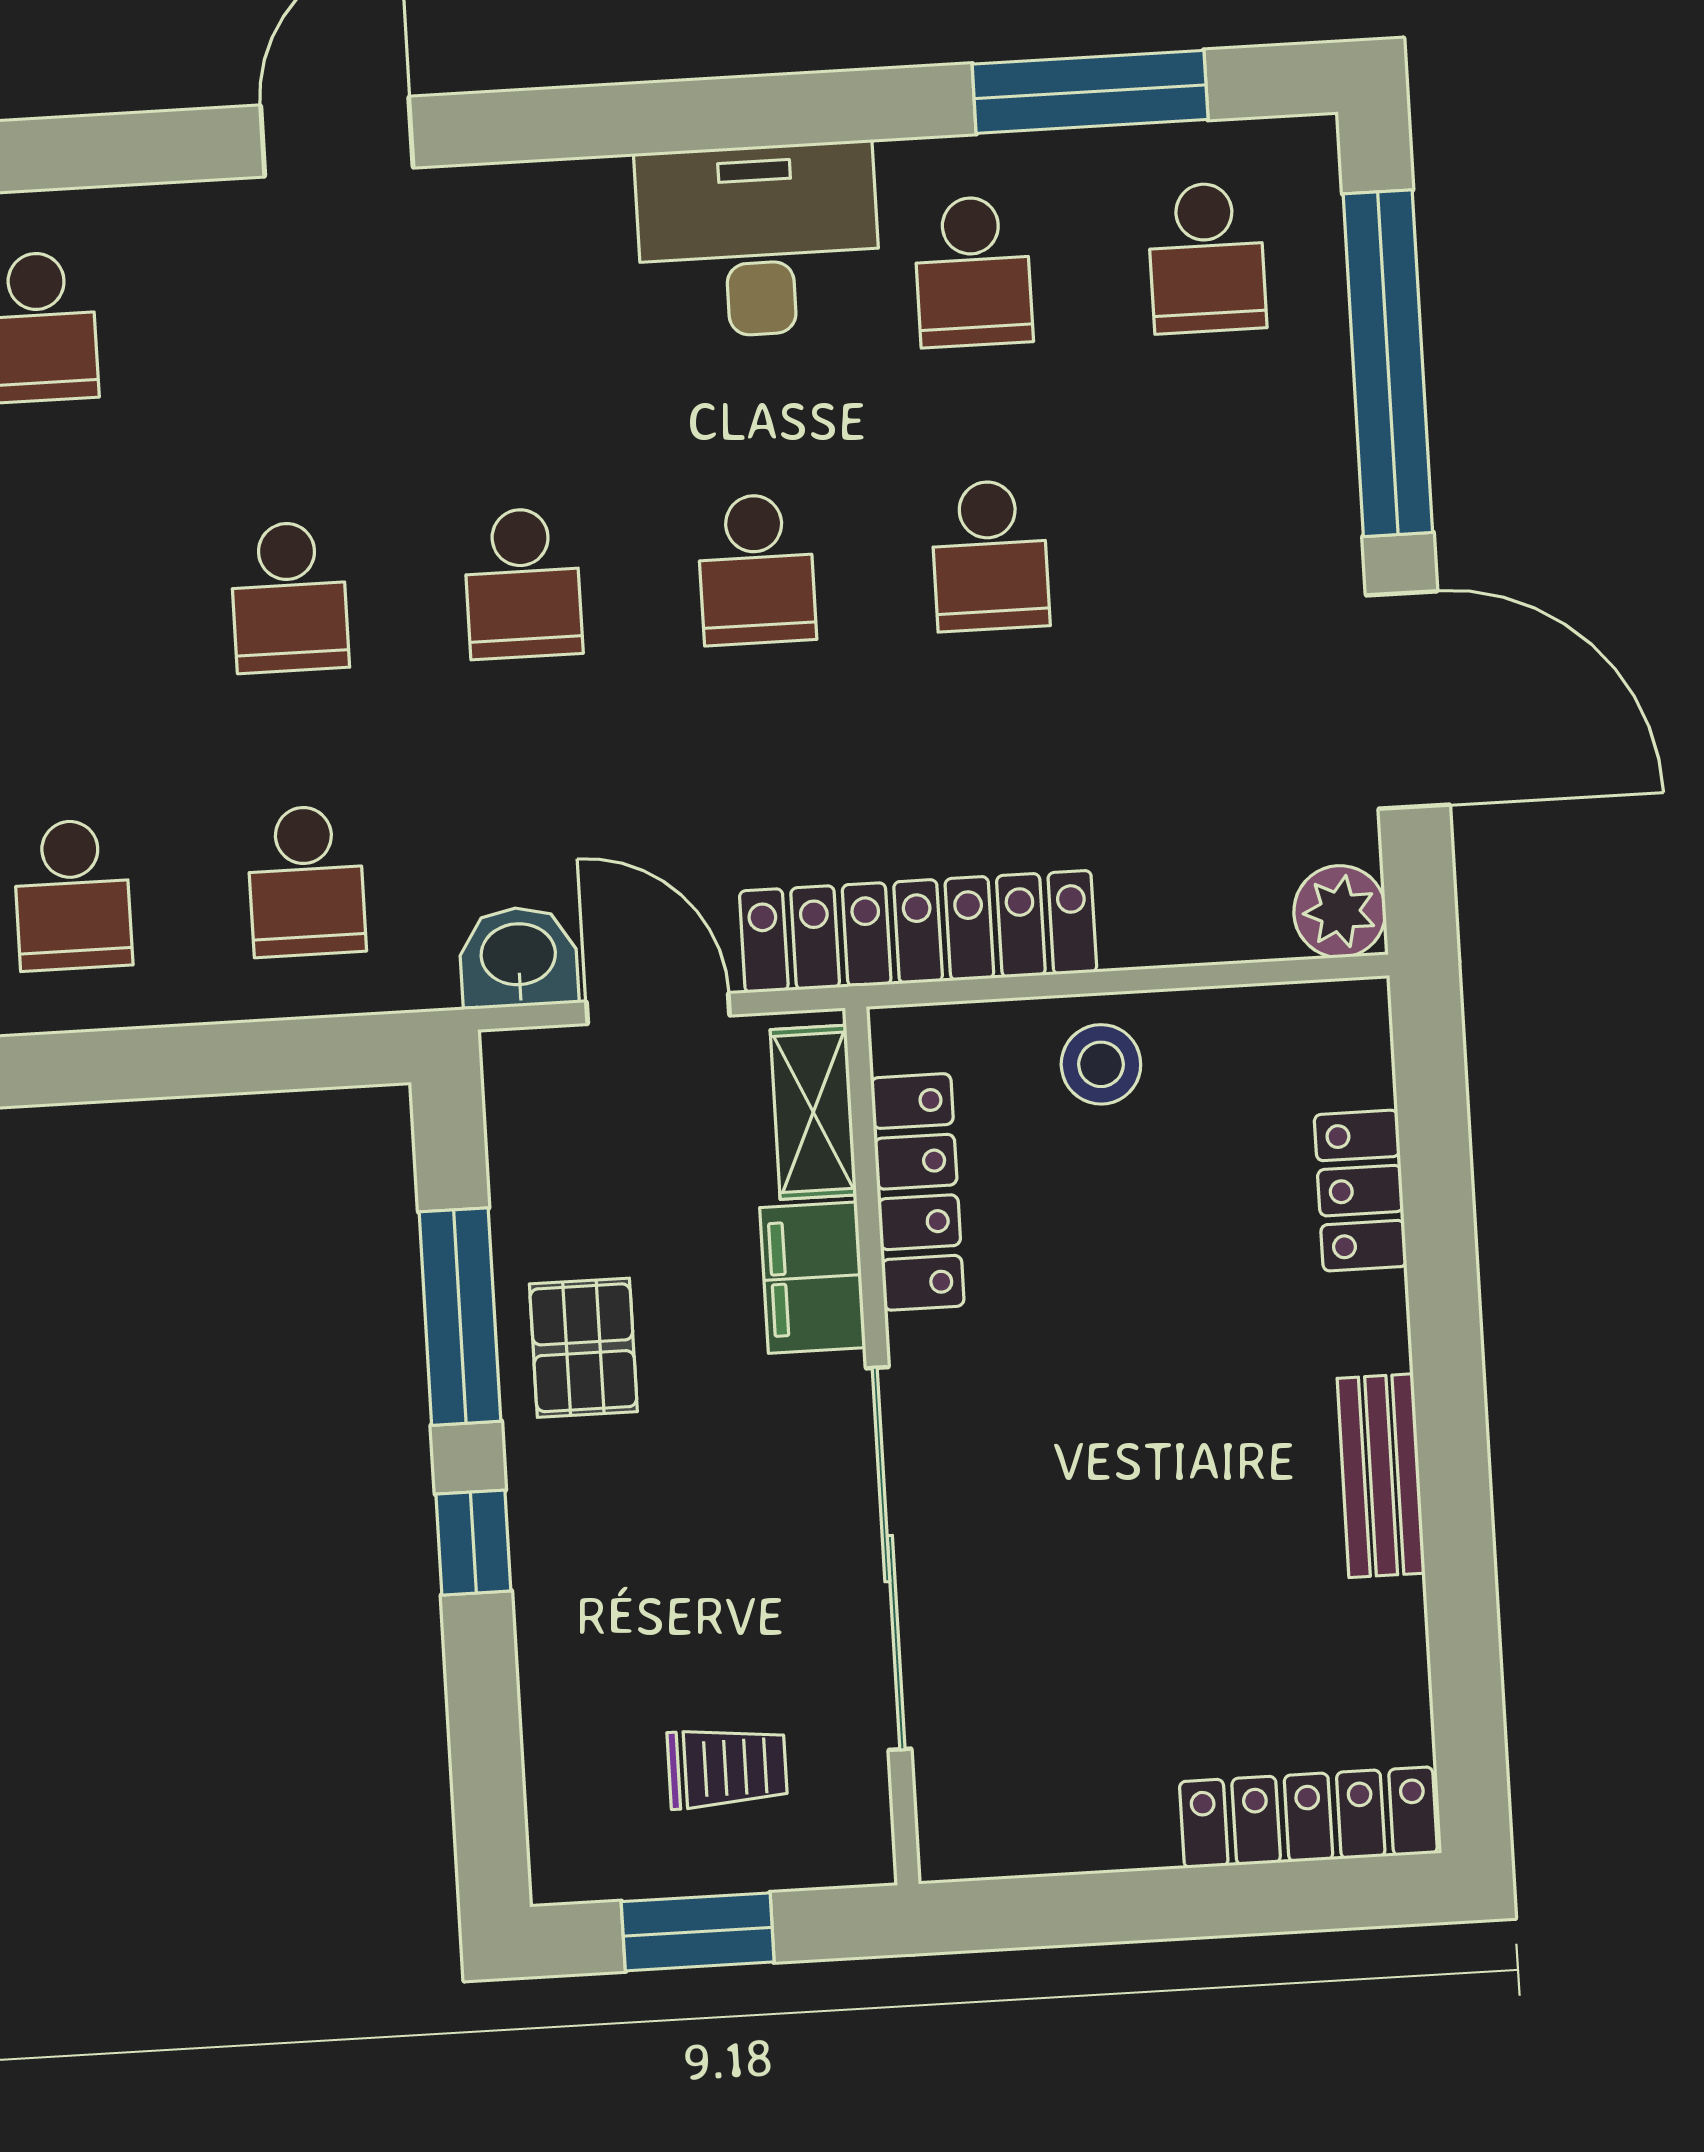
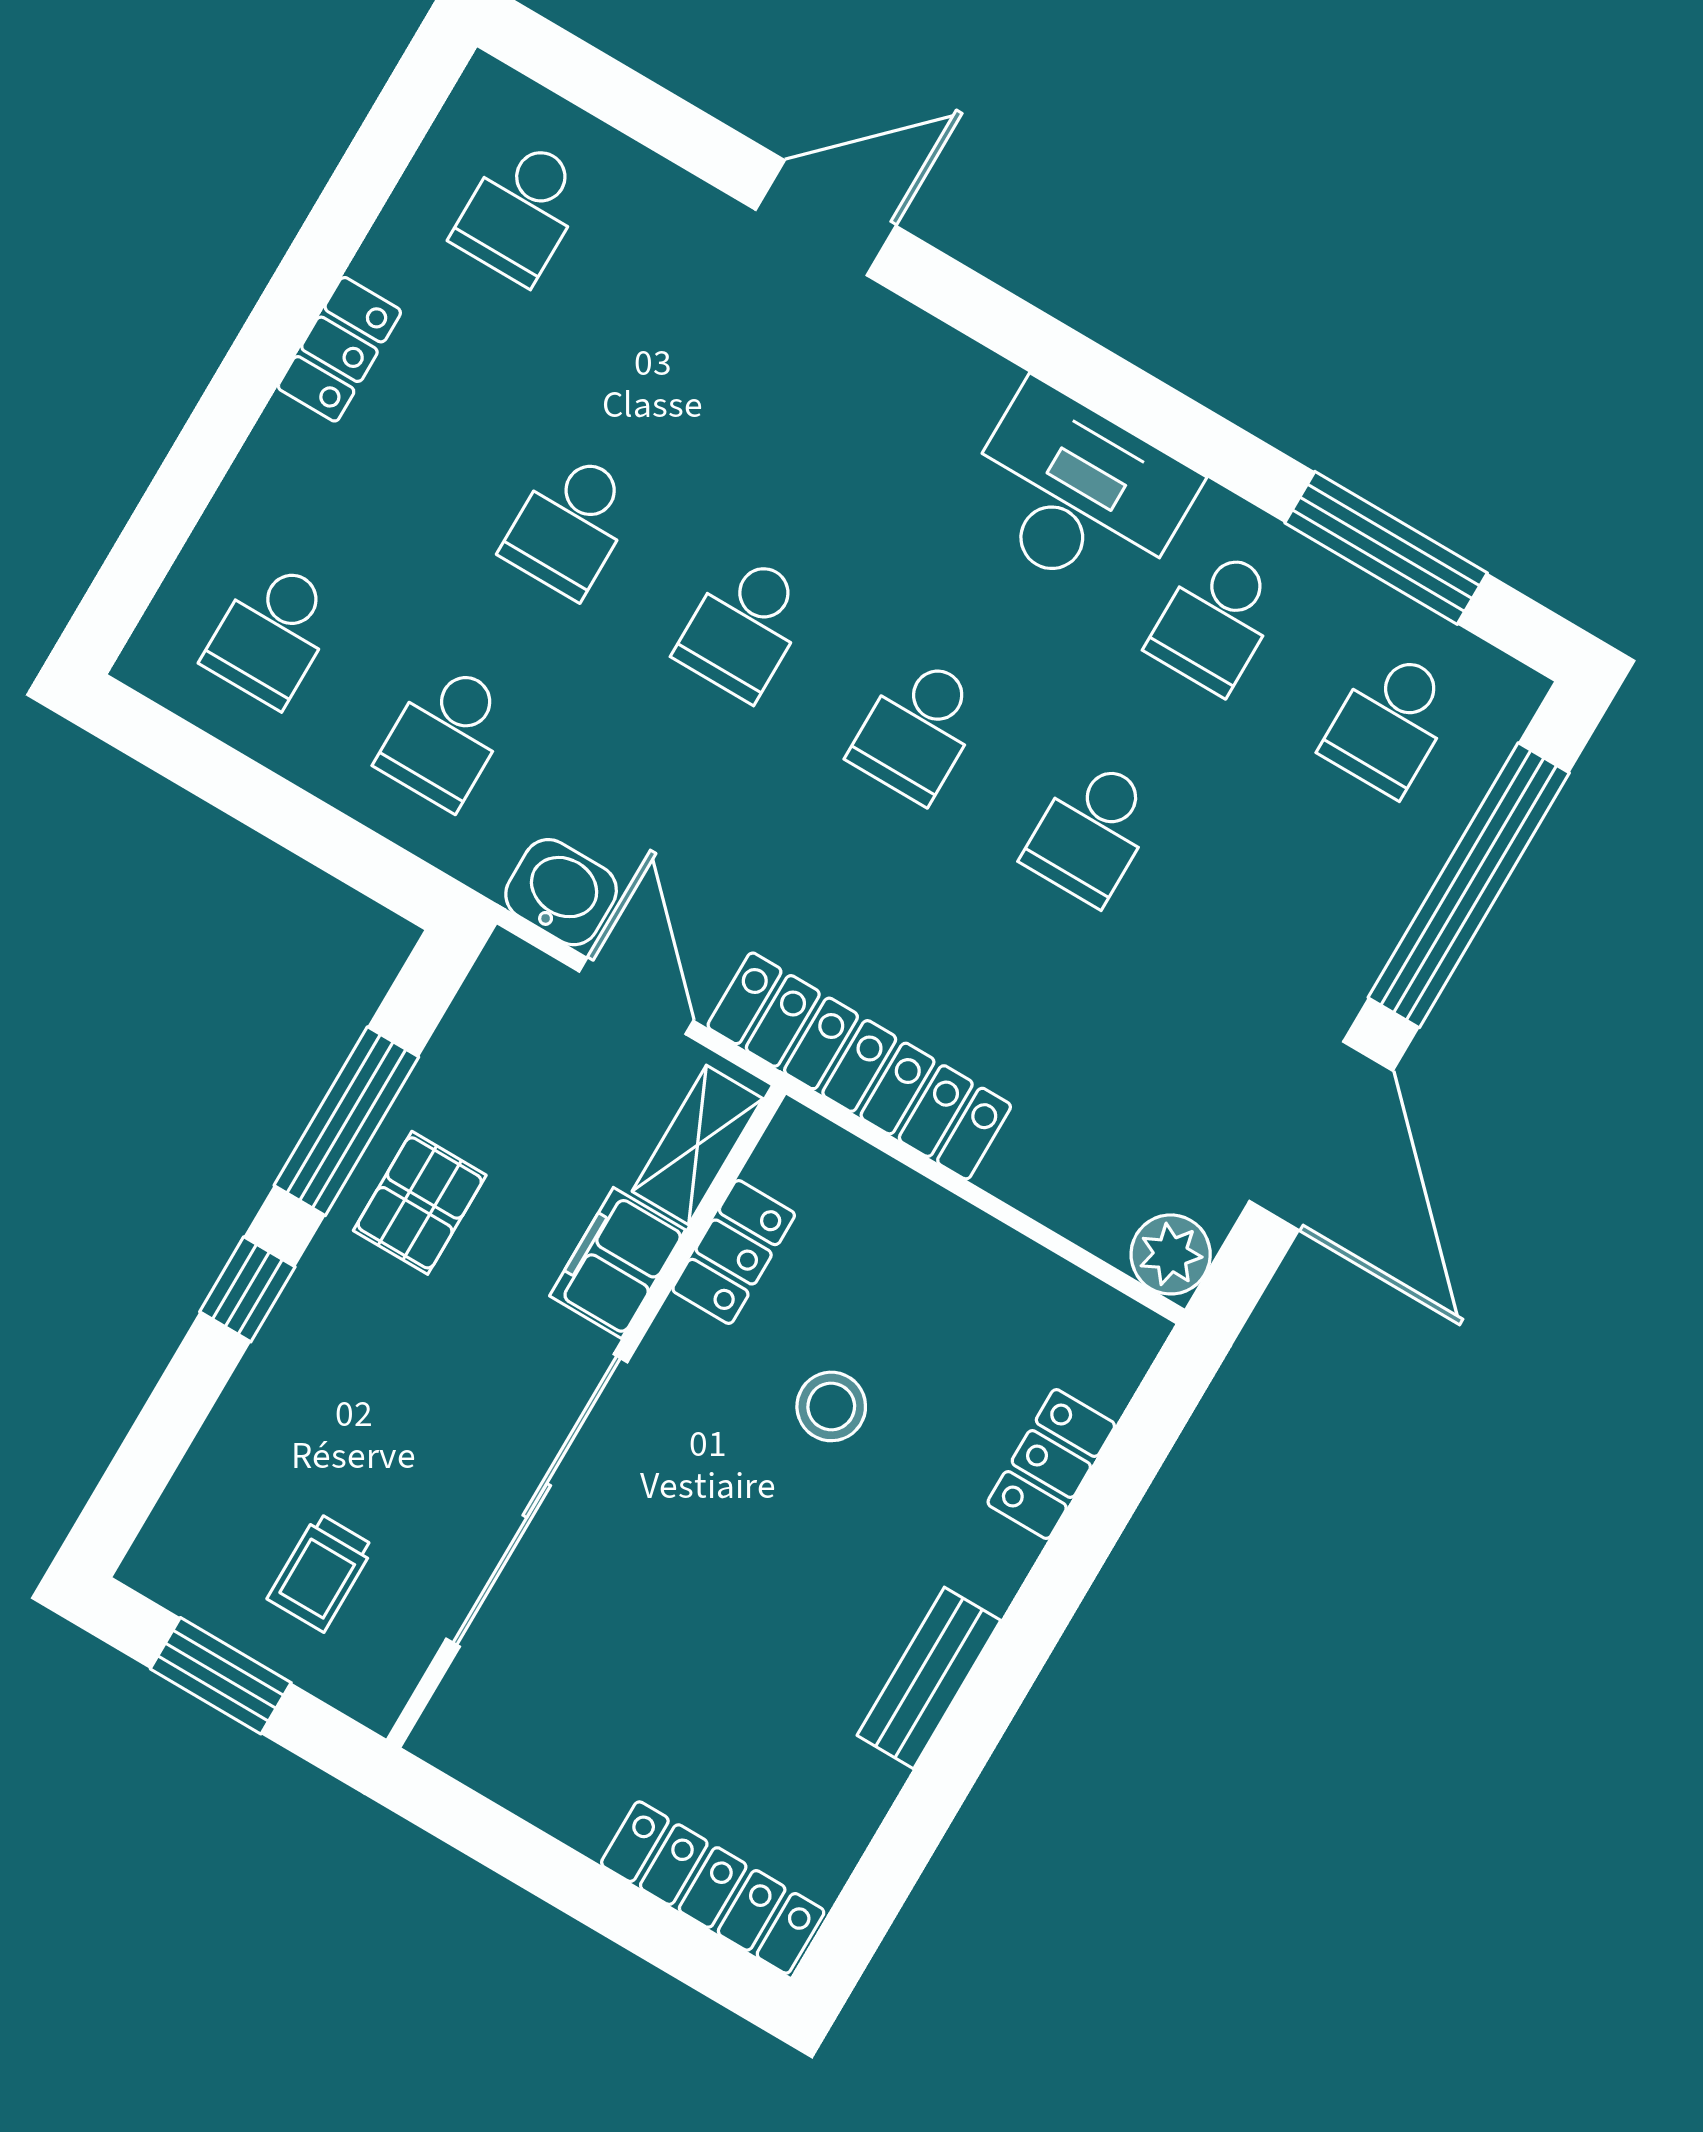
stool: (1101, 1064) -> (831, 1406), moved
locker: (917, 1192) -> (734, 1252), width x0.66
trolley: (727, 1768) -> (321, 1572), turned 90

